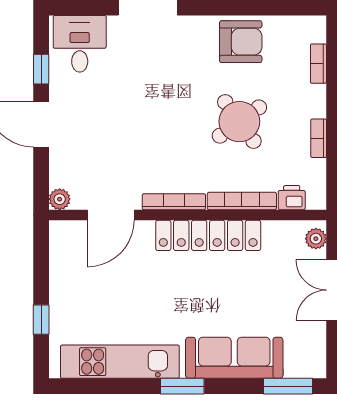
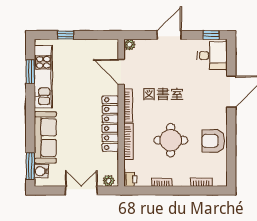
armchair: (241, 42) -> (213, 141), turned 90
window: (41, 69) -> (211, 35), moved
round table: (239, 122) -> (171, 140), turned 36
printer: (292, 198) -> (130, 179), moved
water cooler: (298, 365) -> (41, 171), added
window: (182, 386) -> (30, 72), moved

